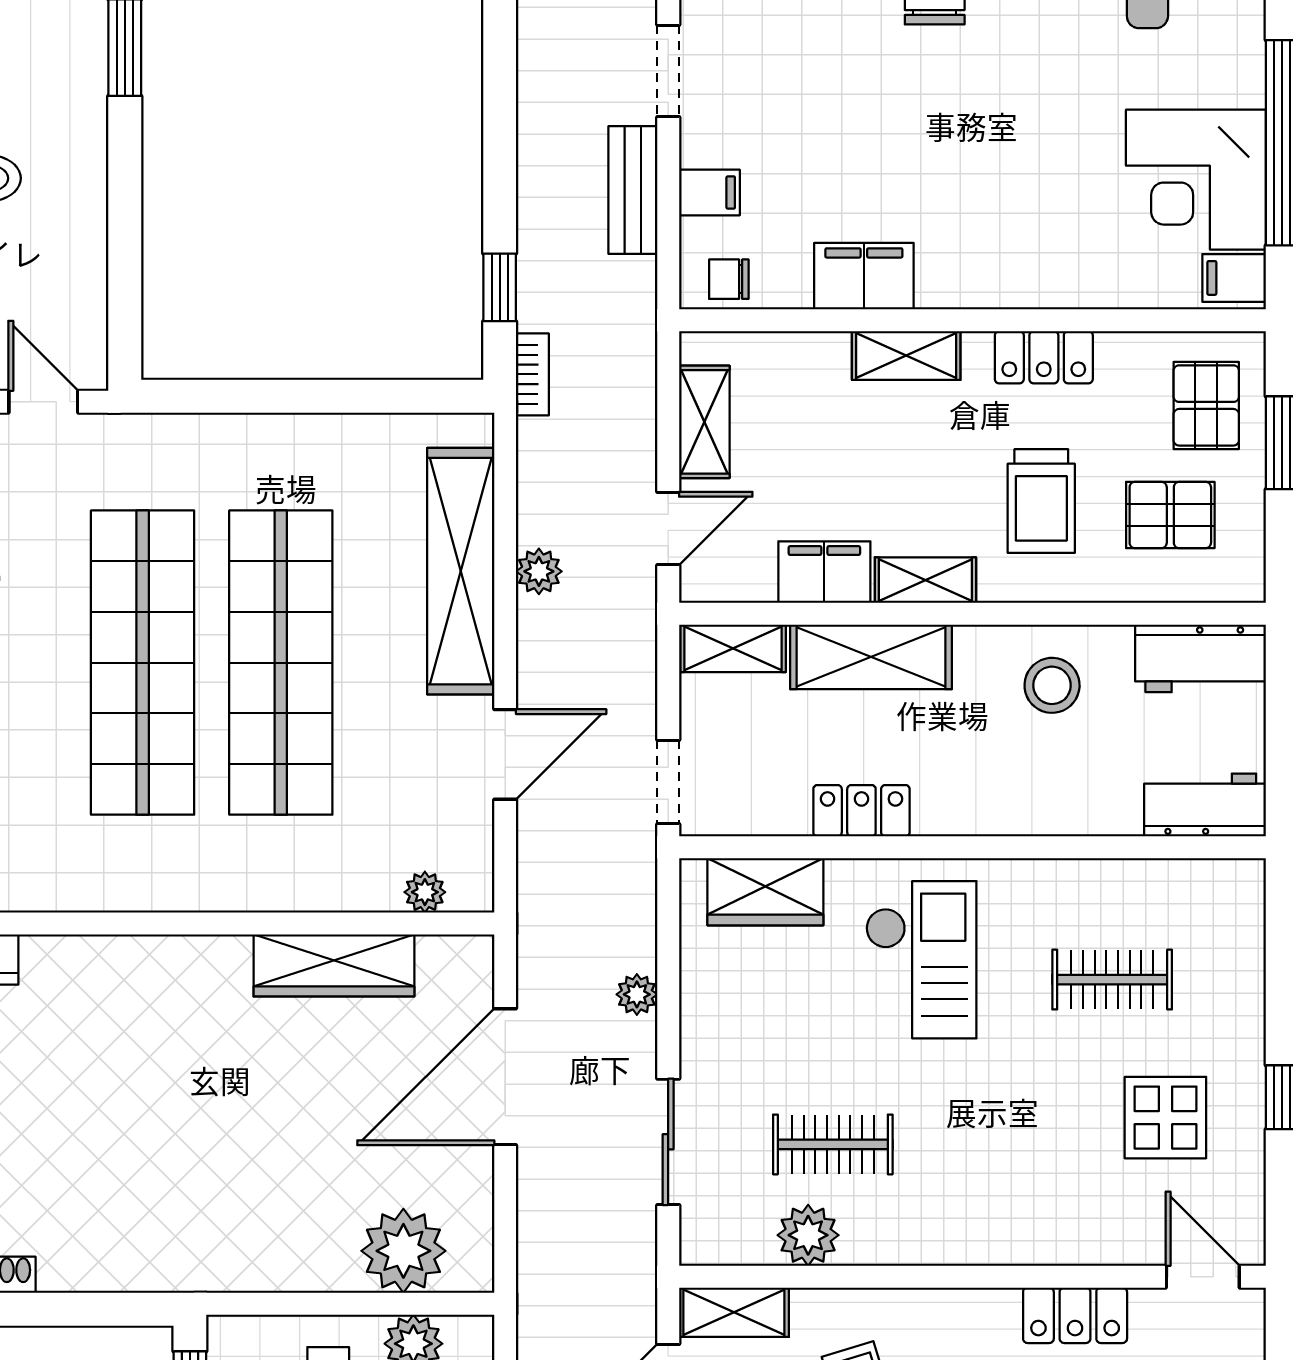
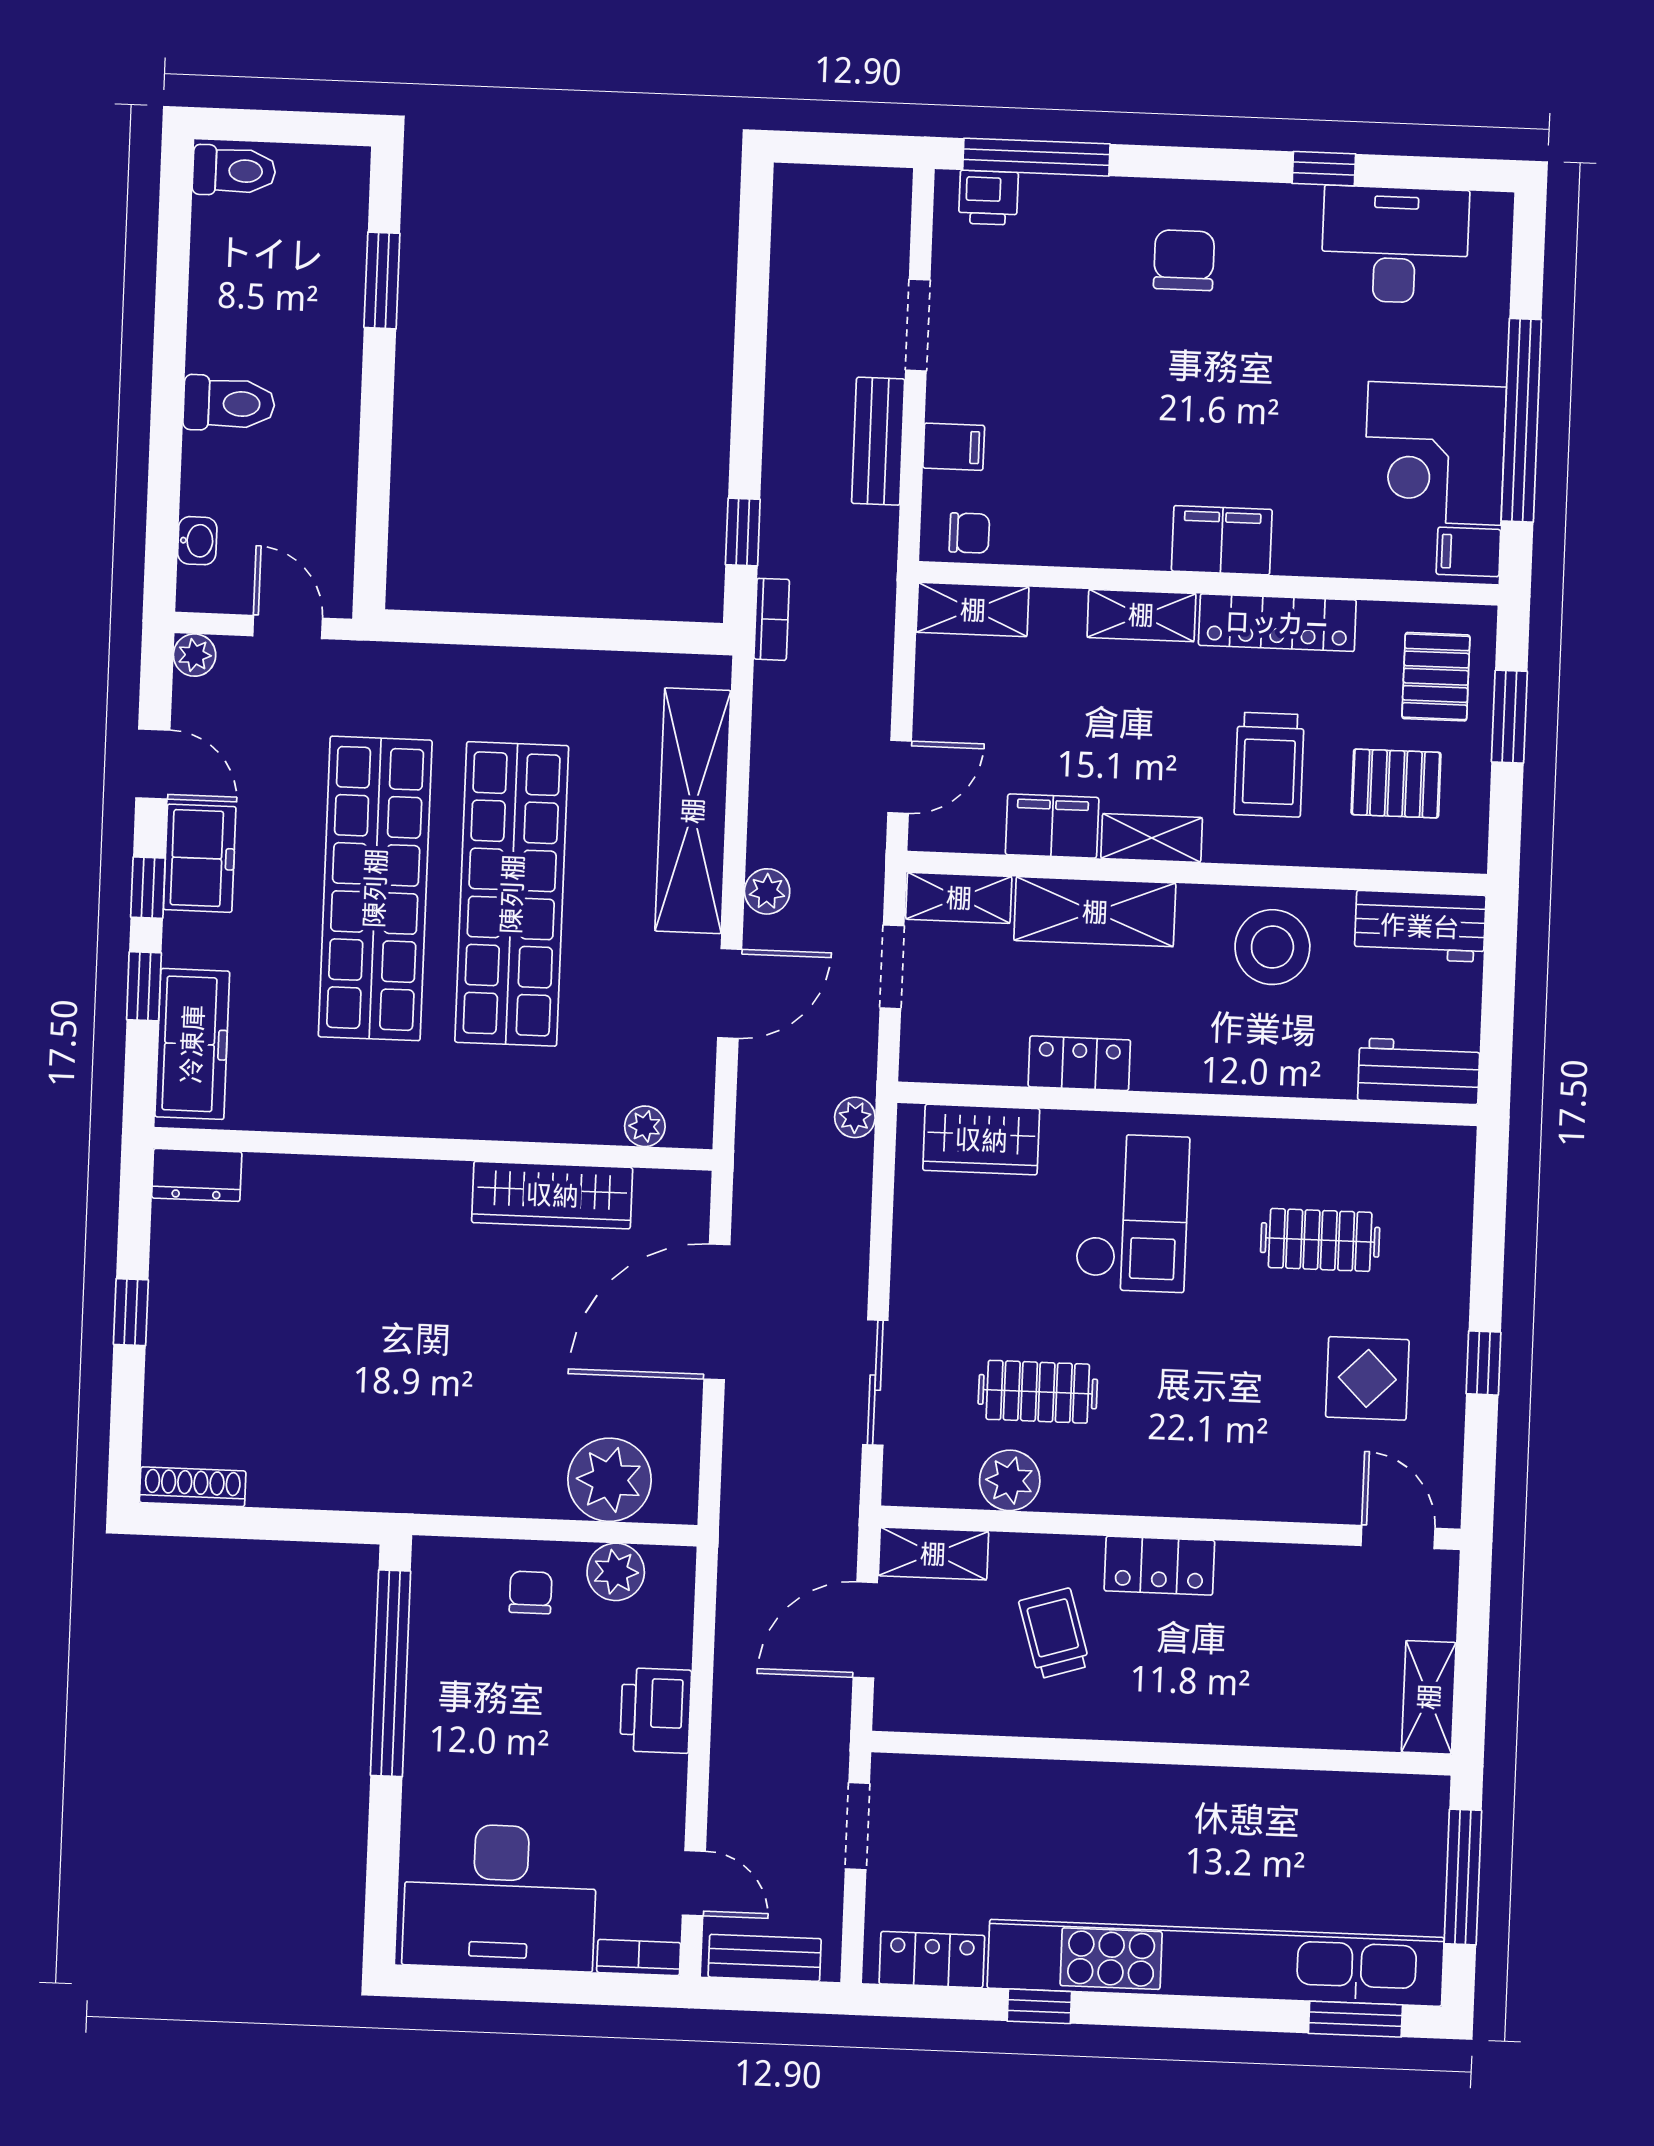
filing cabinet: (864, 276) -> (1222, 540), moved
chair: (729, 279) -> (969, 533), turned 180
locker: (1044, 357) -> (1277, 623), width x1.53
shelving: (704, 422) -> (973, 610), moved, turned 90
plant: (539, 571) -> (767, 891), moved
stool: (1052, 685) -> (1272, 947), width x1.38, depth x1.38
doorway: (668, 782) -> (892, 967), moved
plant: (637, 994) -> (855, 1117), moved
locker: (1075, 1315) -> (1159, 1566), moved

